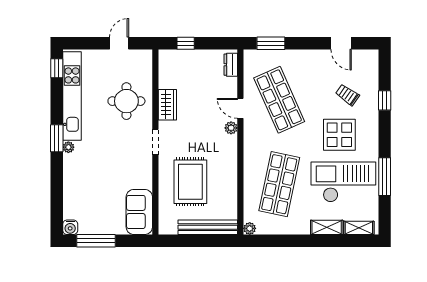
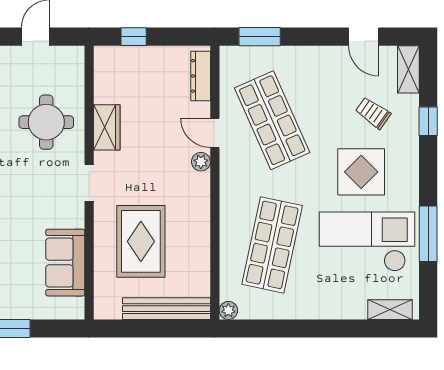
dresser: (231, 65) -> (201, 76), width x1.44
sofa: (139, 212) -> (65, 263), moved
shelving: (327, 227) -> (408, 69), moved, turned 90

